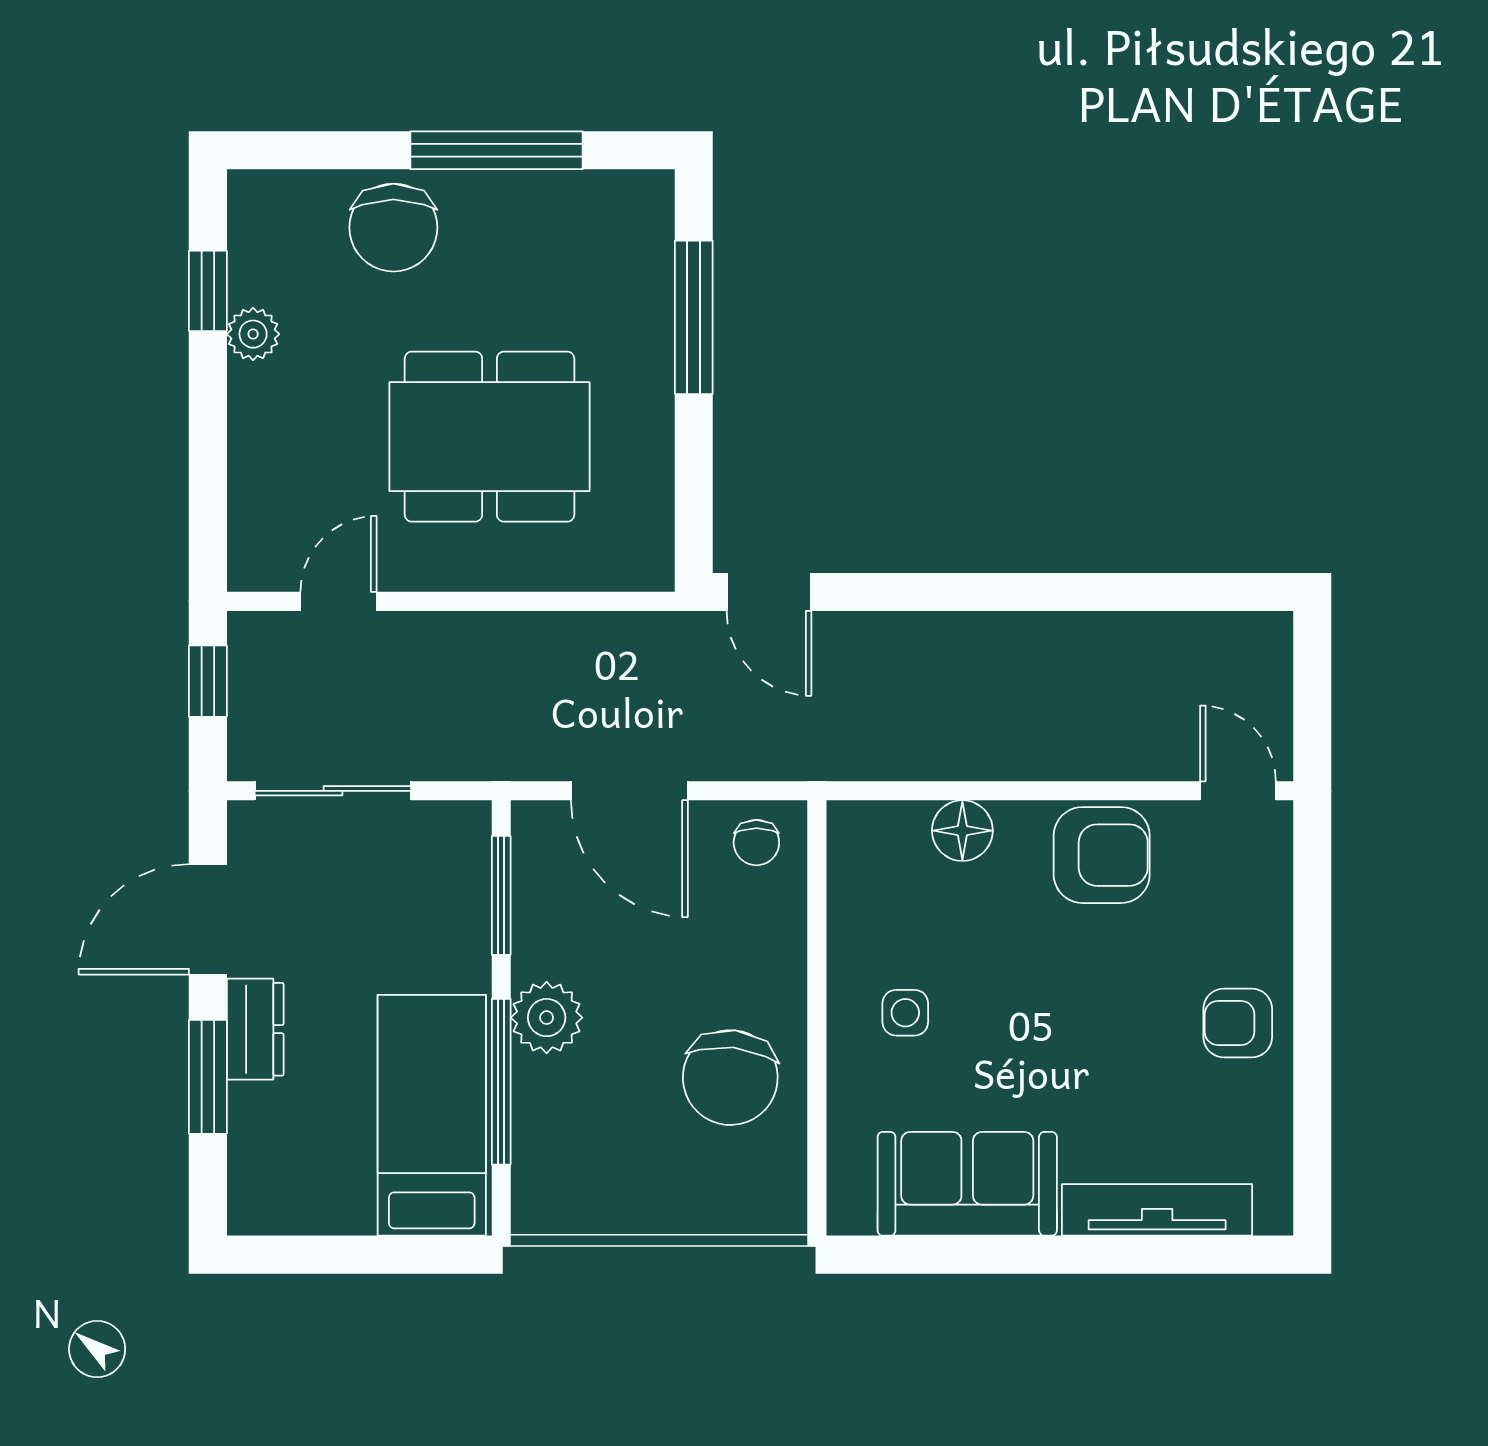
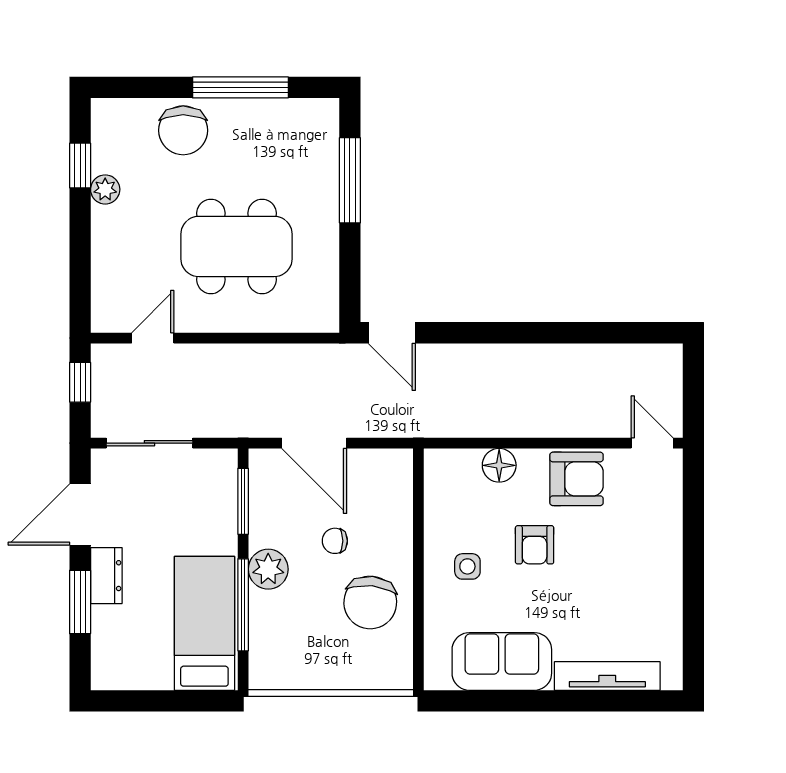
chair: (756, 843) -> (335, 541), moved, turned 90
armchair: (1238, 1023) -> (535, 545), moved, turned -90

